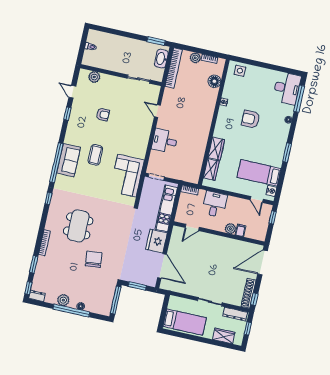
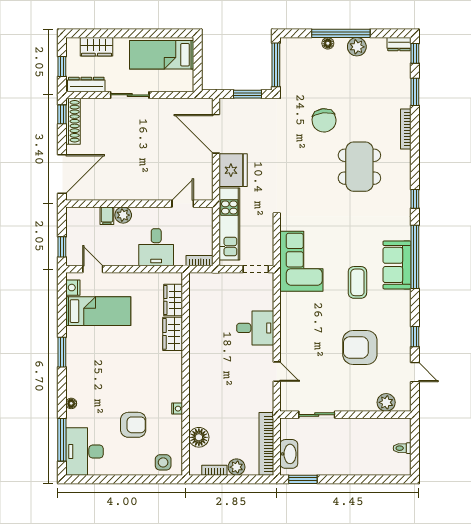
armchair: (103, 114) -> (360, 347), width x1.88, depth x1.88
armchair: (251, 119) -> (133, 425), moved

